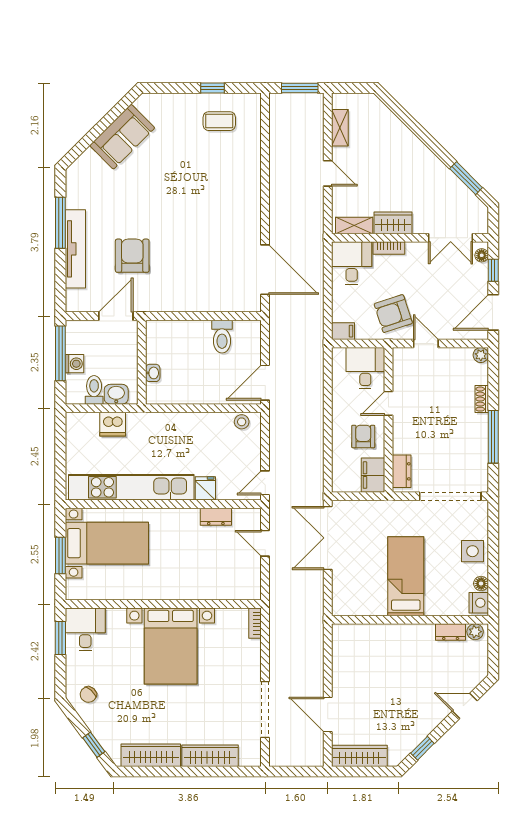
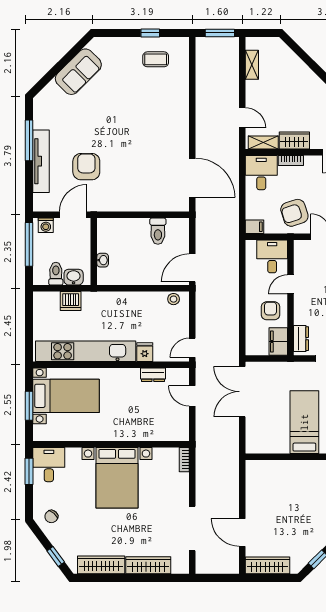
door: (328, 173) -> (242, 118), moved
washing machine: (74, 364) -> (46, 225), moved, turned 90

